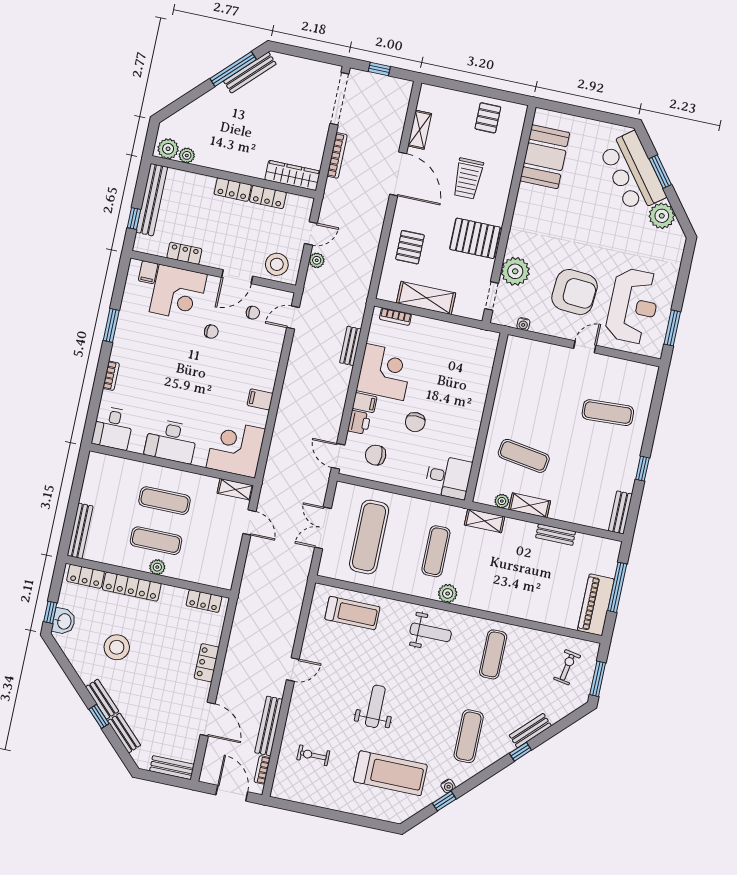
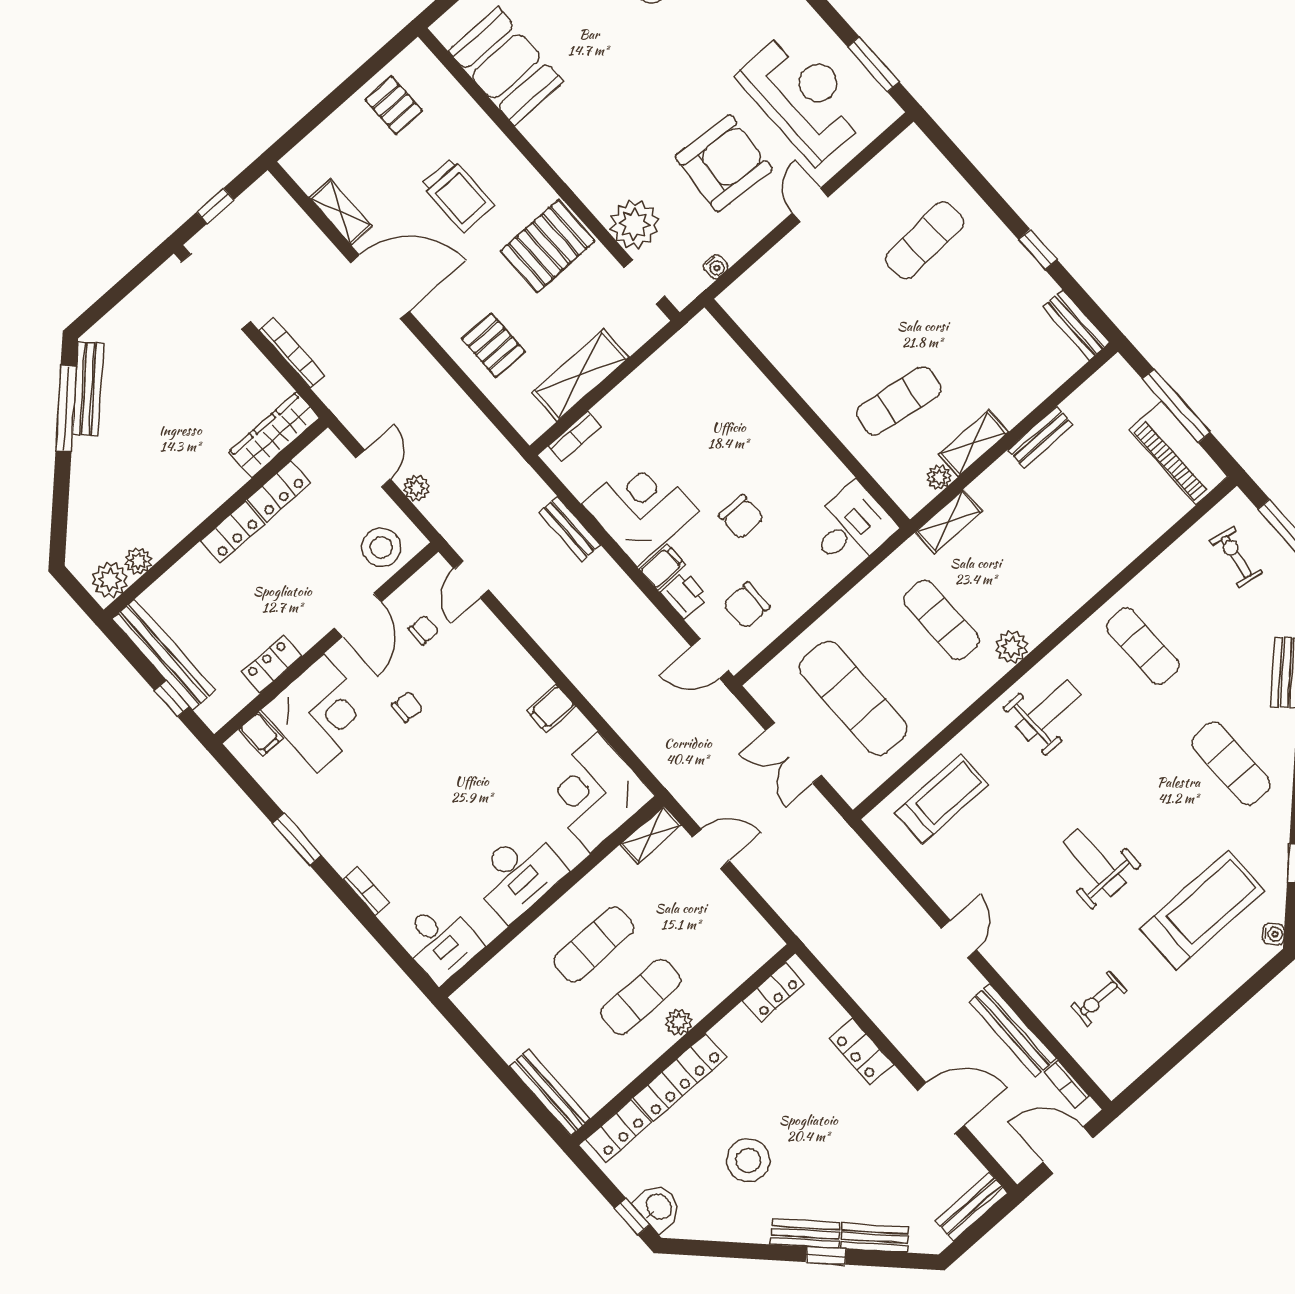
water cooler: (448, 786) -> (1274, 934), moved

